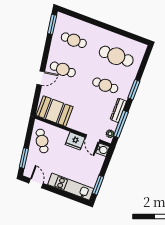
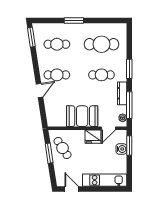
window: (98, 24) -> (74, 20), added
booth: (55, 111) -> (82, 116), moved
door: (93, 139) -> (108, 128), hinge flipped
water cooler: (103, 150) -> (121, 149), moved
window: (24, 158) -> (49, 153), moved
window: (98, 185) -> (129, 146), moved

